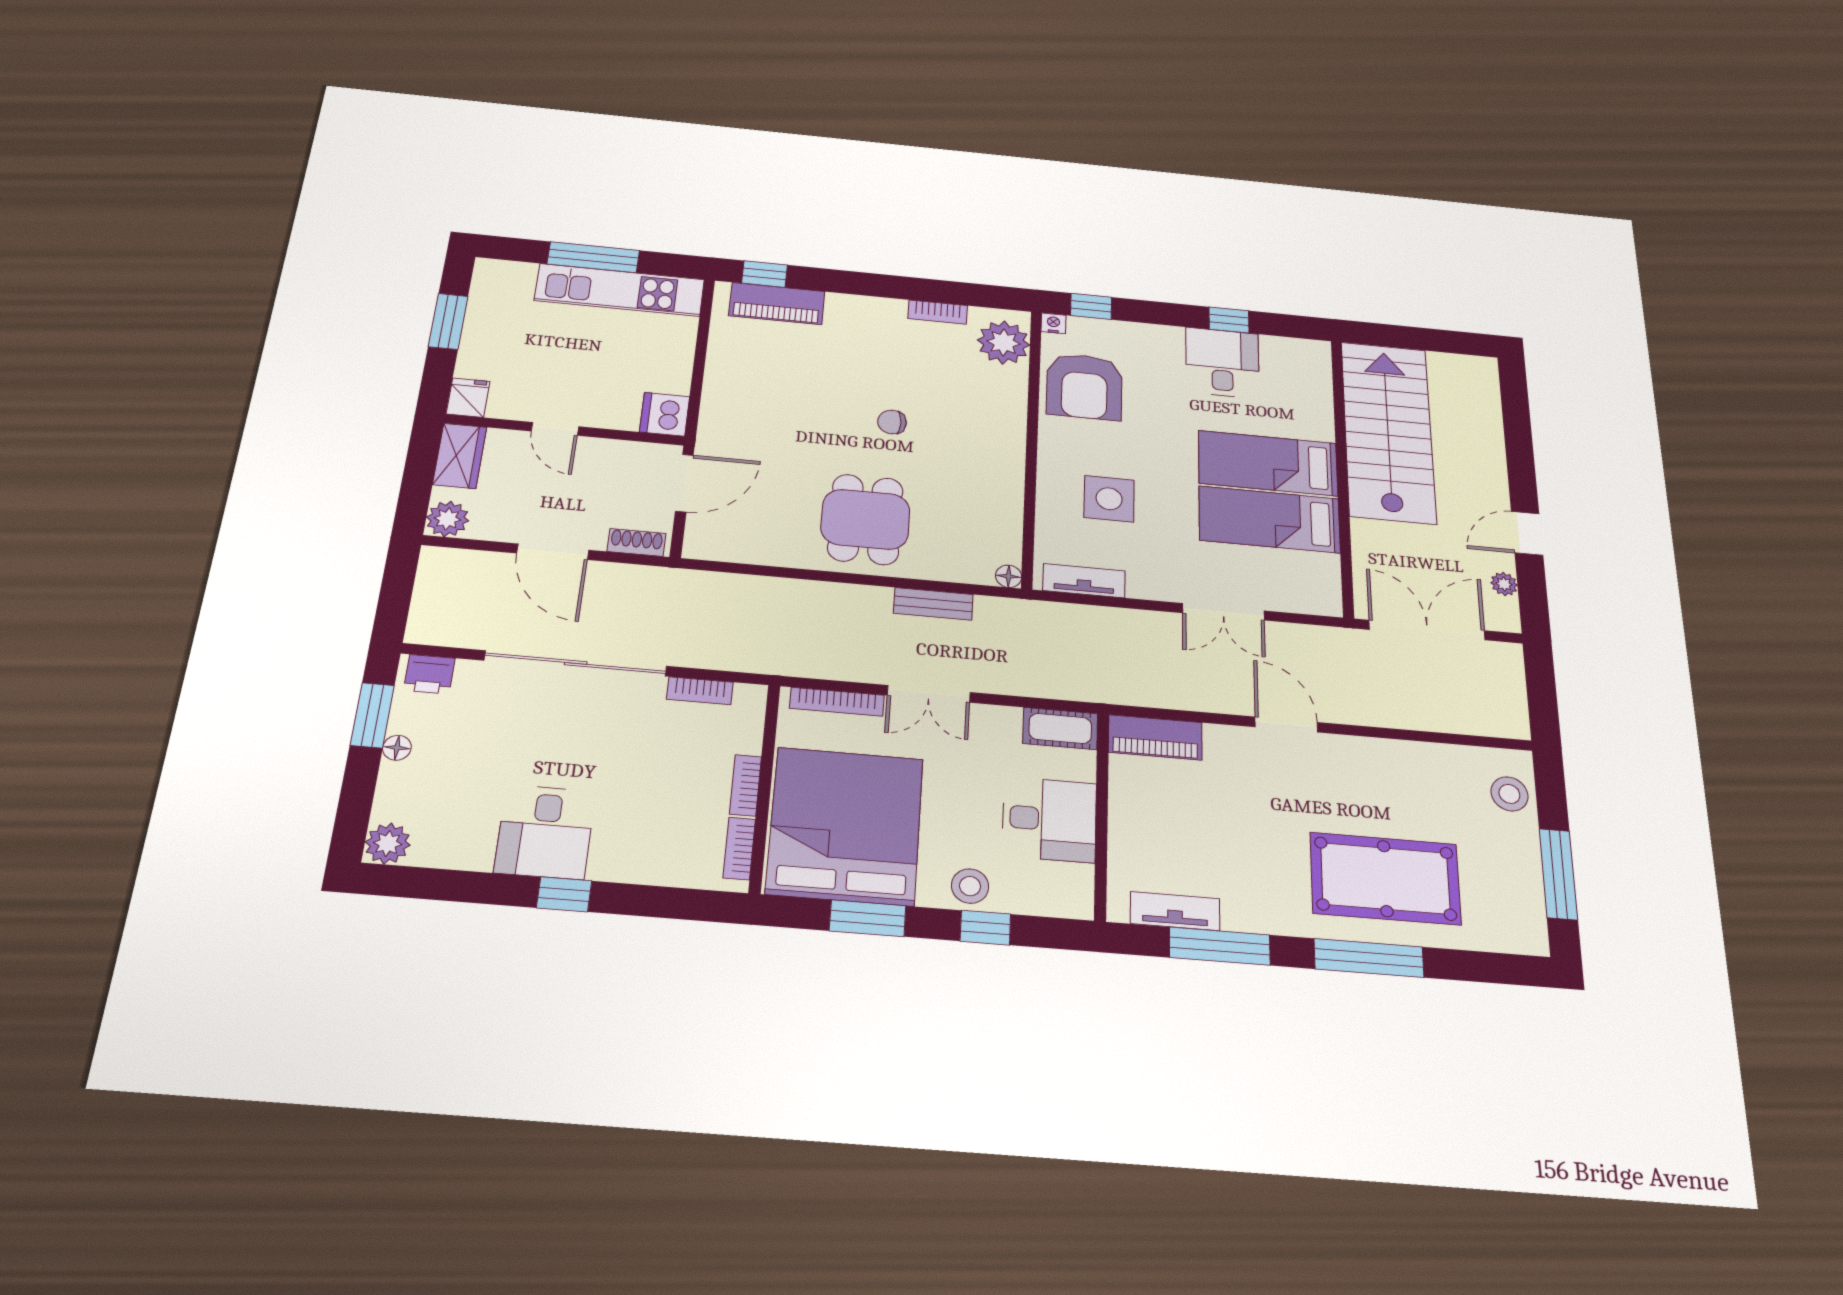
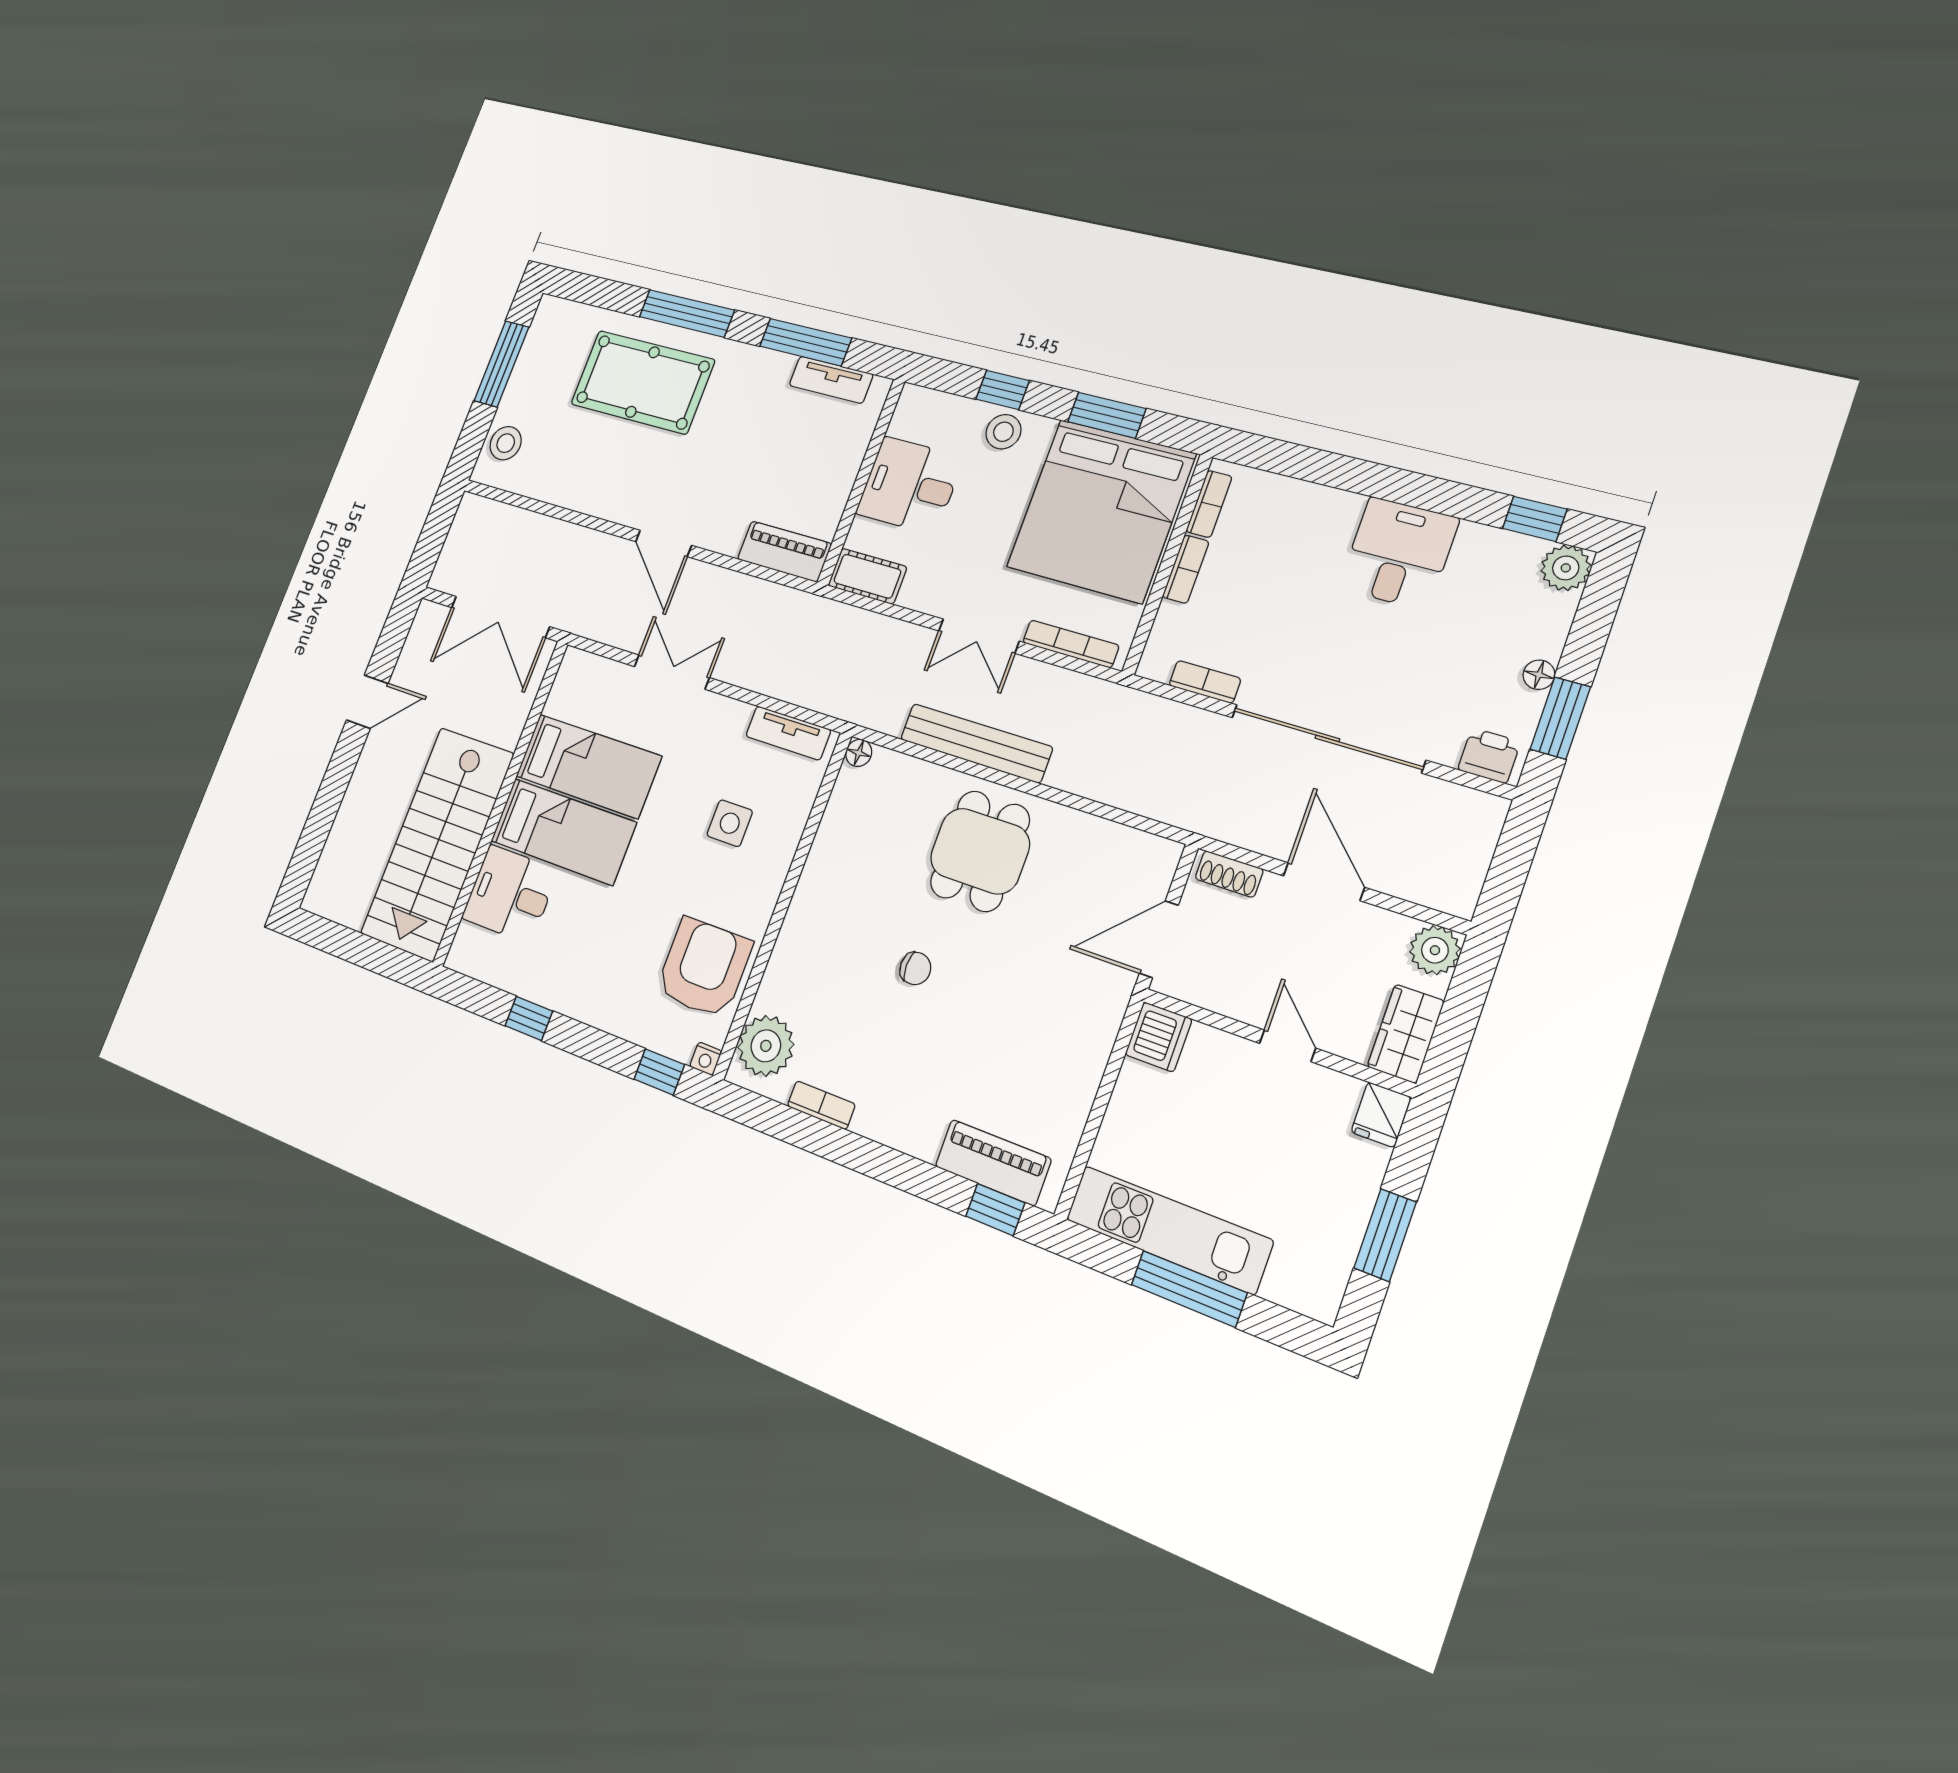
desk: (1222, 363) -> (510, 894), moved, turned 90
side table: (1109, 499) -> (730, 823), width x0.73, depth x0.73
plant: (1504, 584) -> (412, 652), removed
bench: (933, 604) -> (976, 743), width x1.86, depth x1.21
double door: (929, 694) -> (979, 636), swing flipped
window: (564, 894) -> (1535, 519), moved

